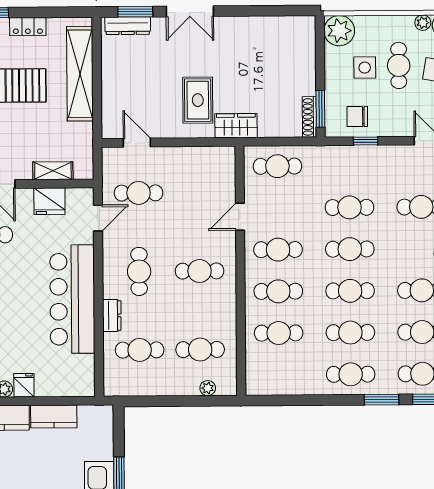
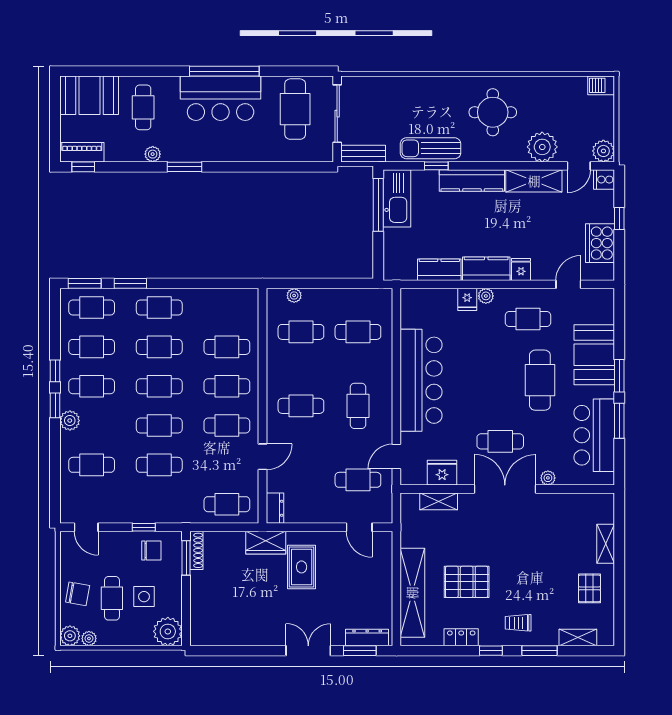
dresser: (112, 315) -> (275, 508), moved, turned 180

